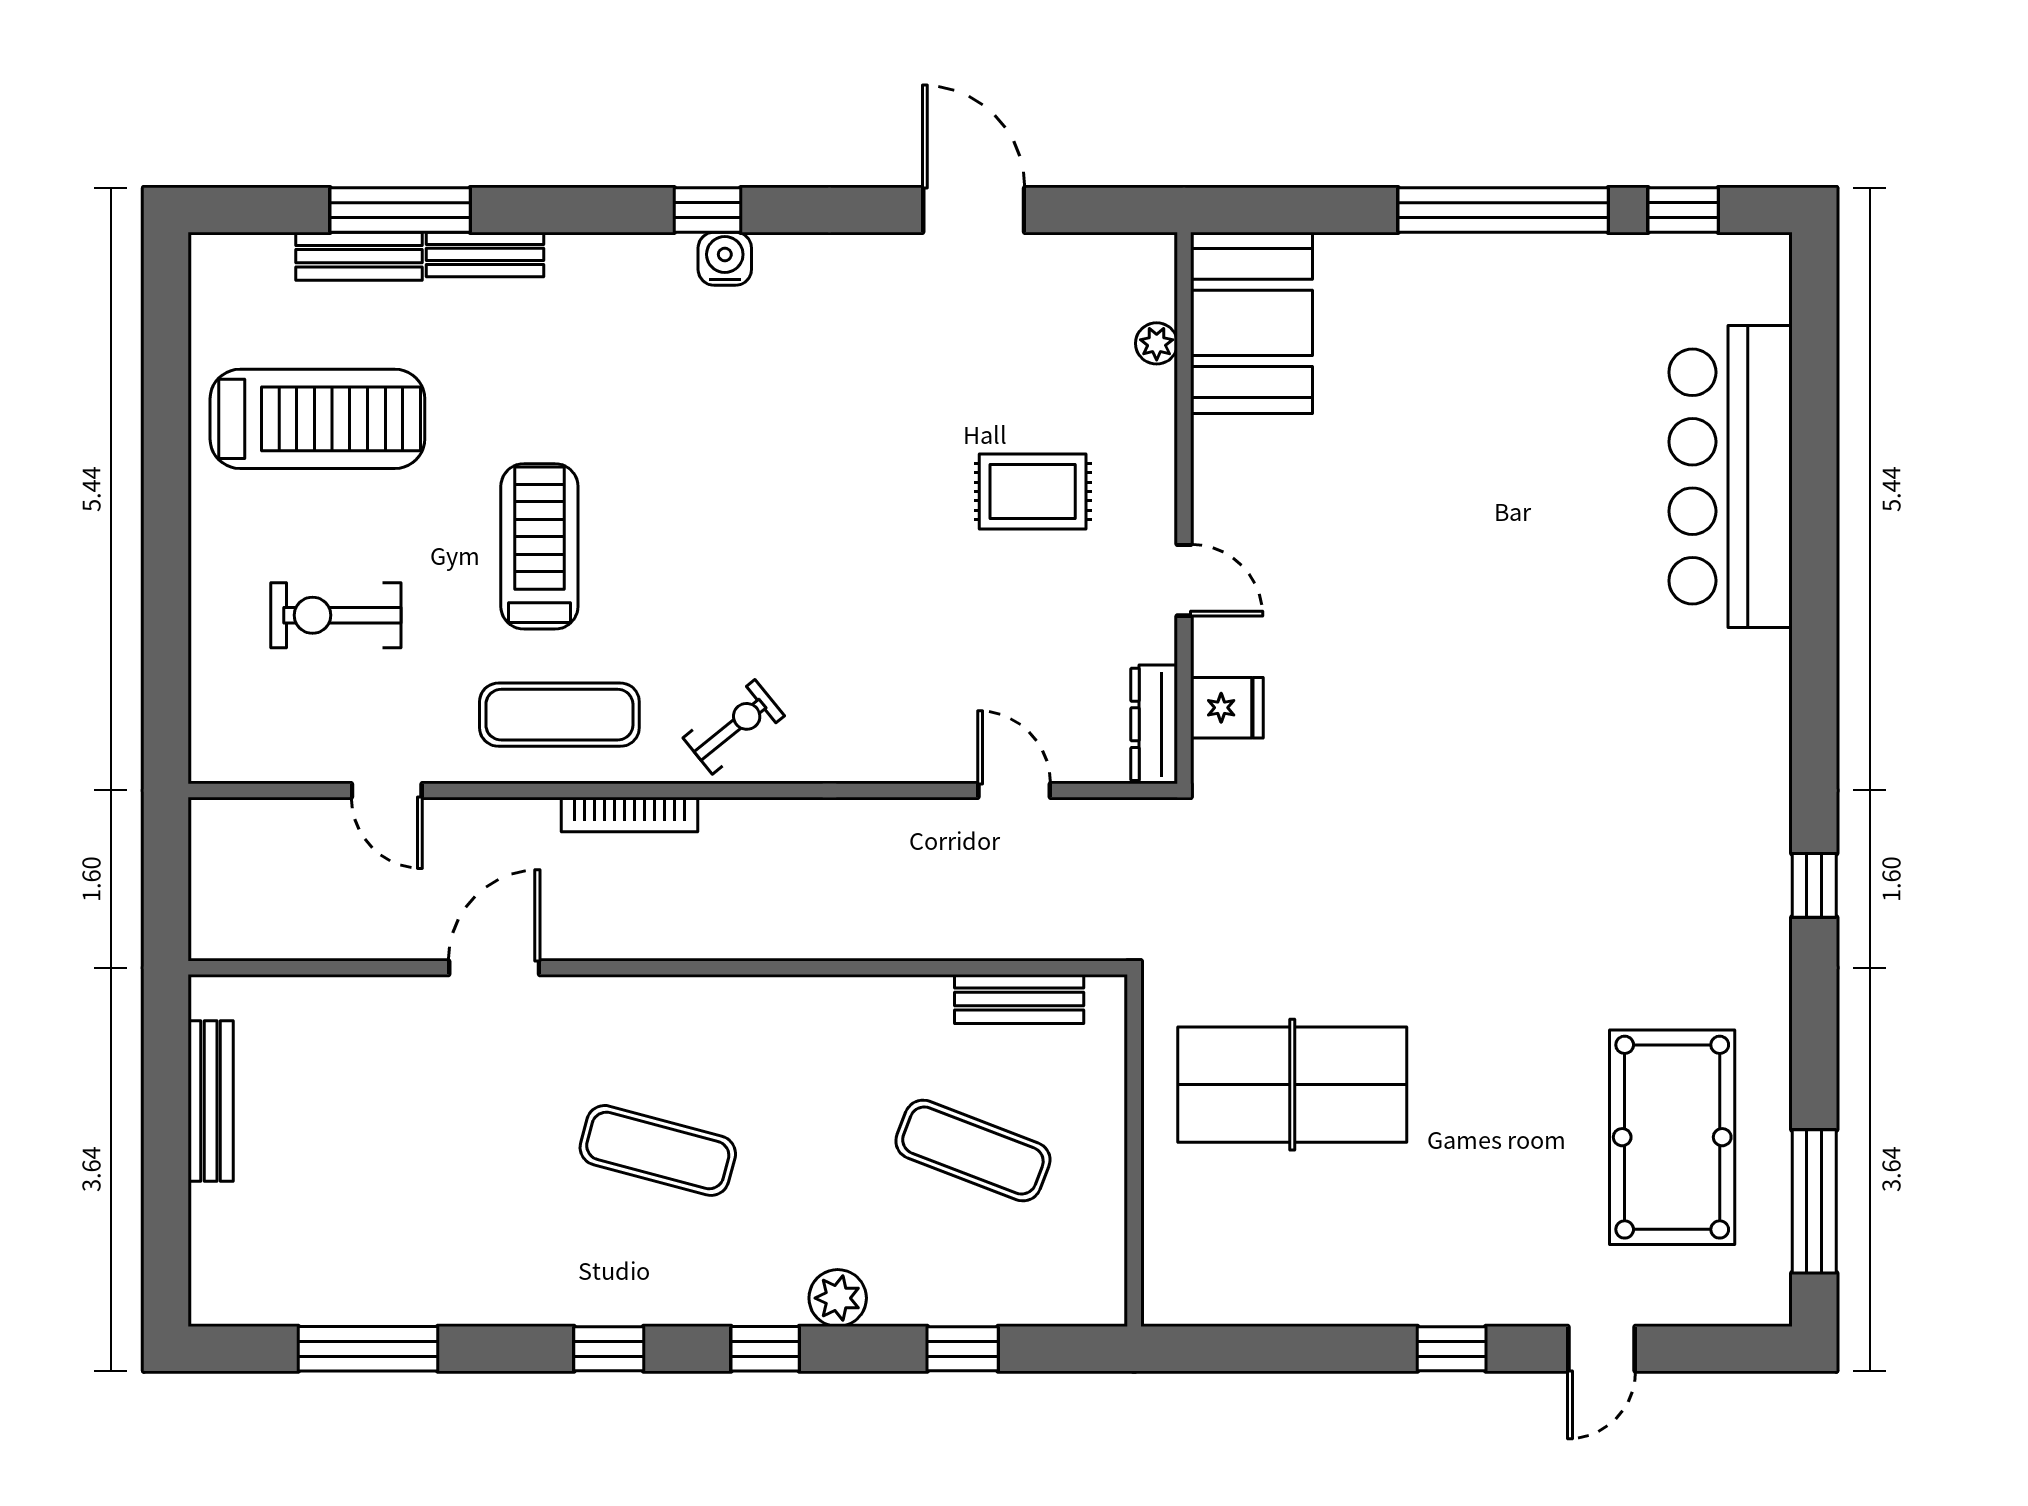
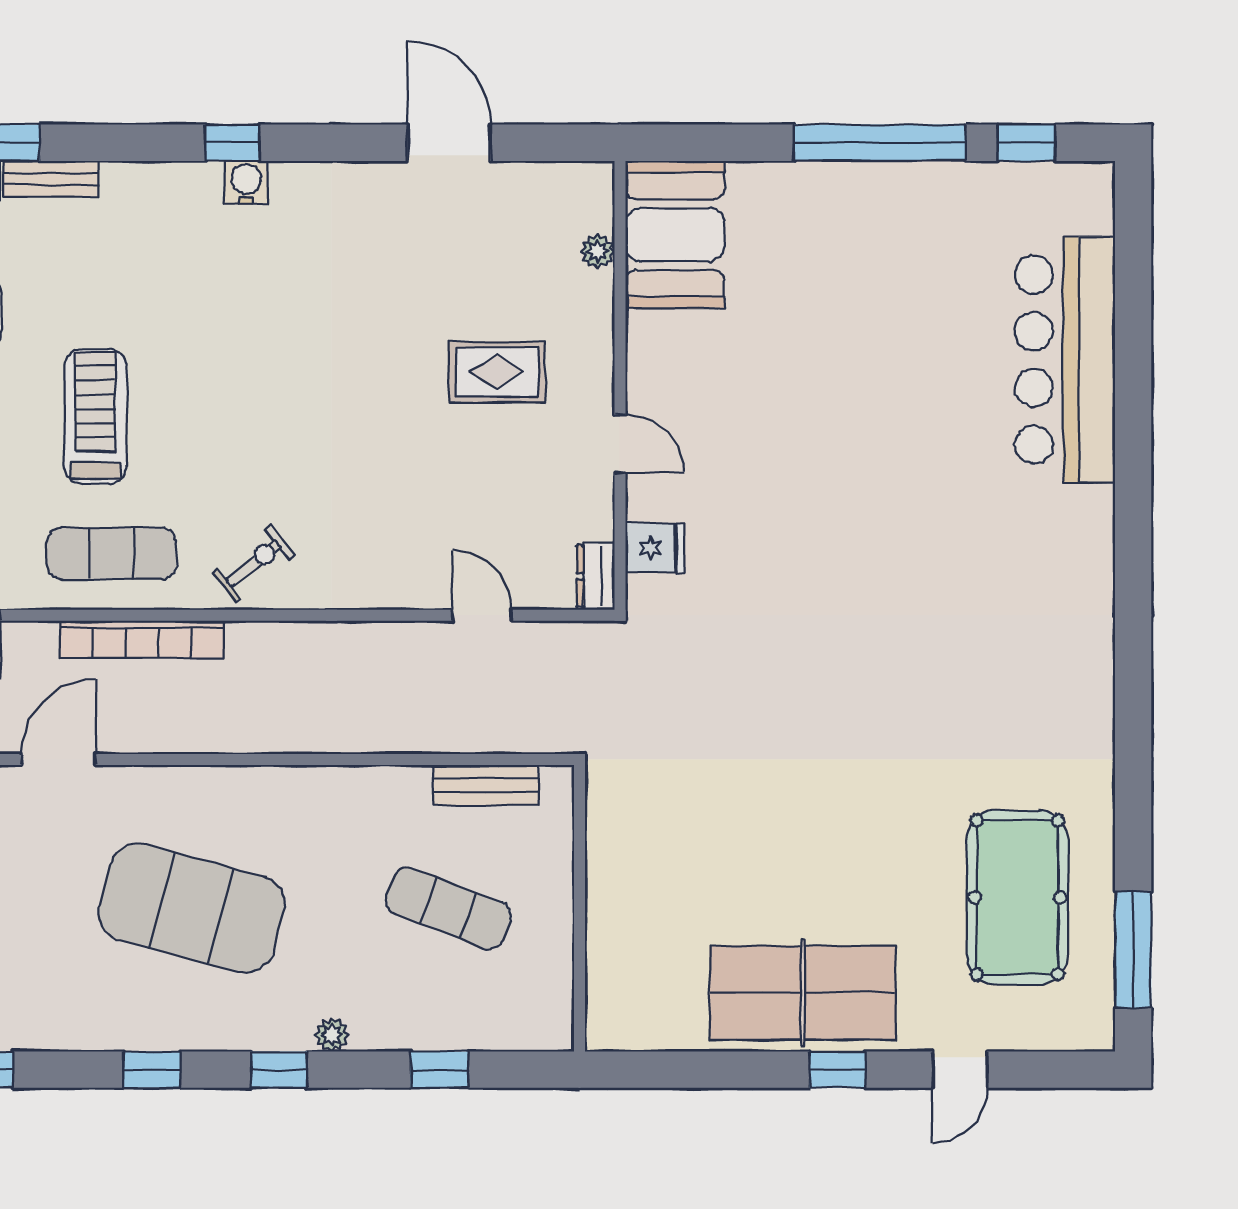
dresser: (1154, 724) -> (596, 576), width x0.70
bookcase: (630, 815) -> (142, 639), width x1.48, depth x1.31
window: (1814, 885) -> (1133, 692), removed
table tennis table: (1292, 1085) -> (803, 993), moved
exercise mat: (658, 1150) -> (192, 908), width x2.00, depth x1.45
plant: (838, 1298) -> (332, 1035), width x0.73, depth x0.73

